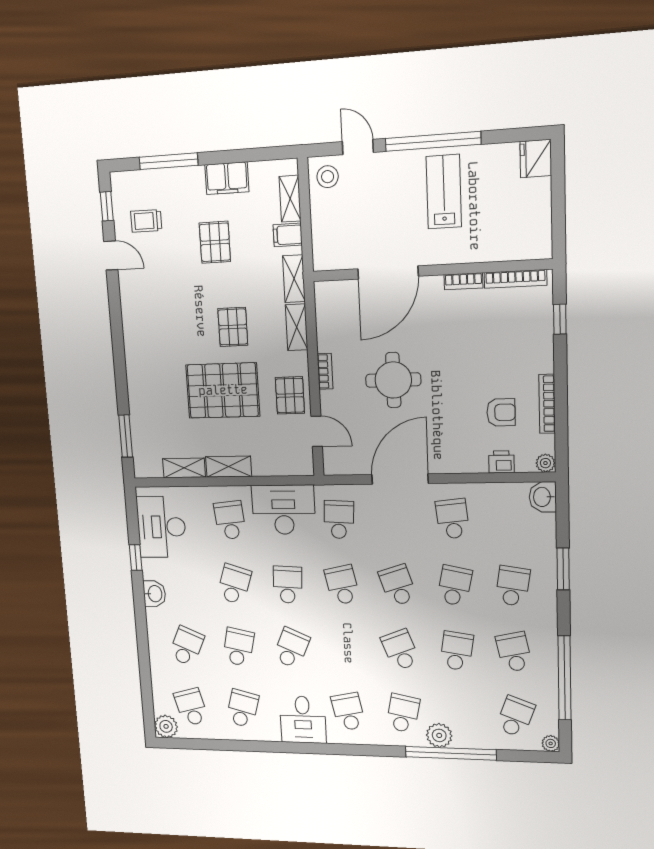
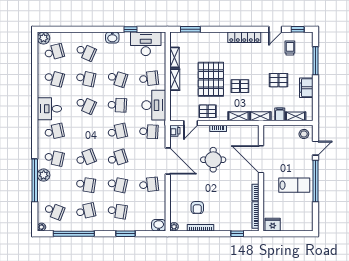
fridge: (536, 158) -> (273, 225), moved
locker: (132, 322) -> (244, 37), added
printer: (501, 462) -> (175, 131), moved

